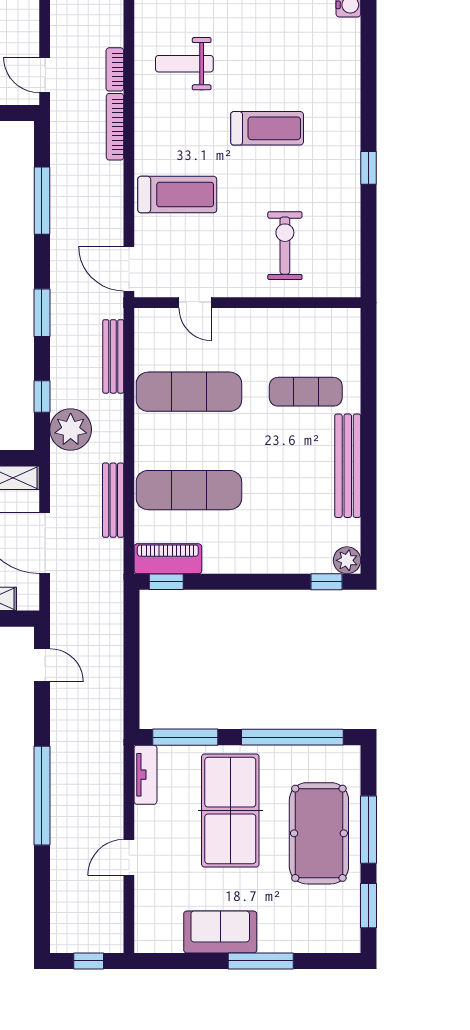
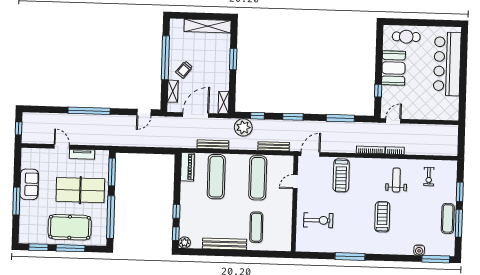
treadmill: (267, 128) -> (382, 217), moved, turned 180
window: (368, 168) -> (350, 256), width x2.17
window: (166, 582) -> (176, 211), moved
tv unit: (145, 775) -> (82, 154), moved

